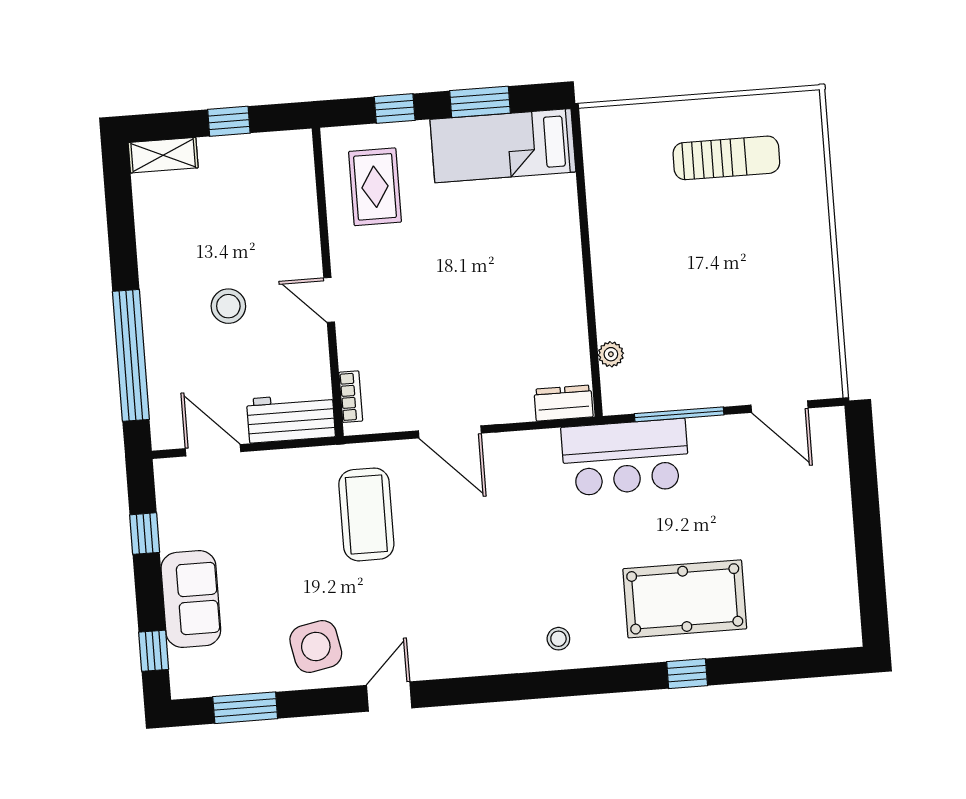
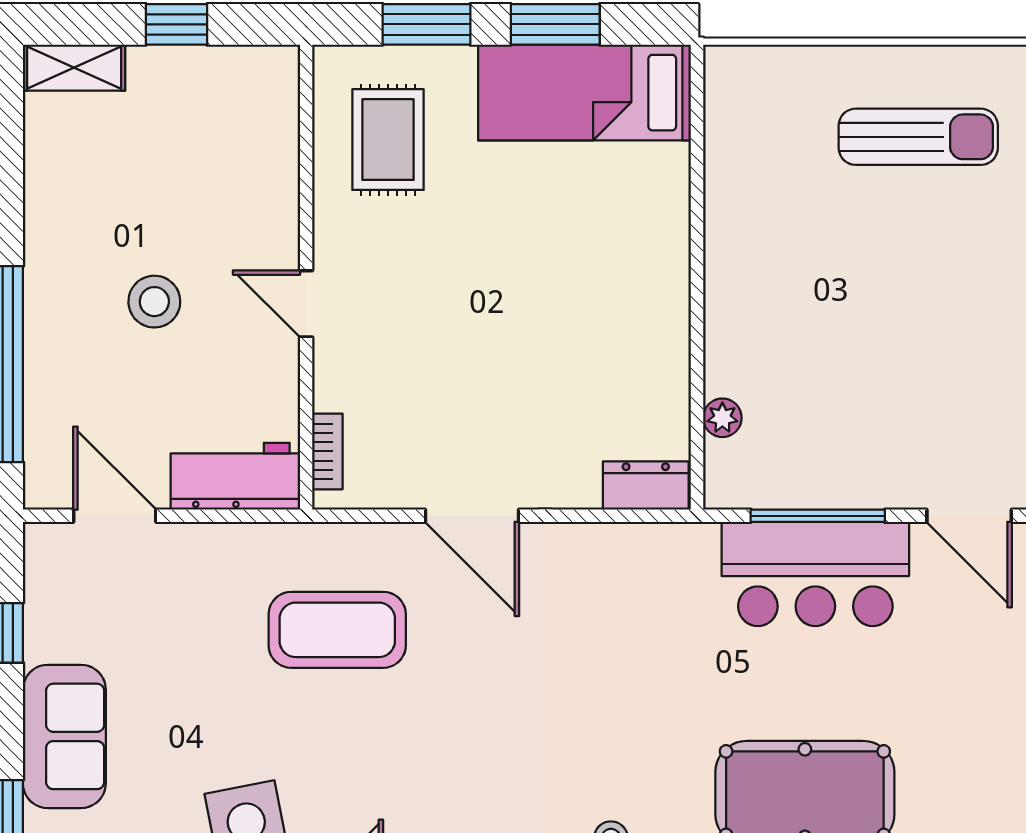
window: (395, 108) -> (426, 24), width x1.50
bar counter: (625, 457) -> (815, 574), moved
coffee table: (366, 514) -> (337, 630), turned 90

